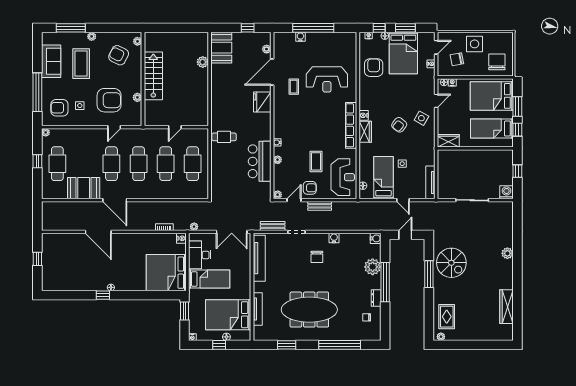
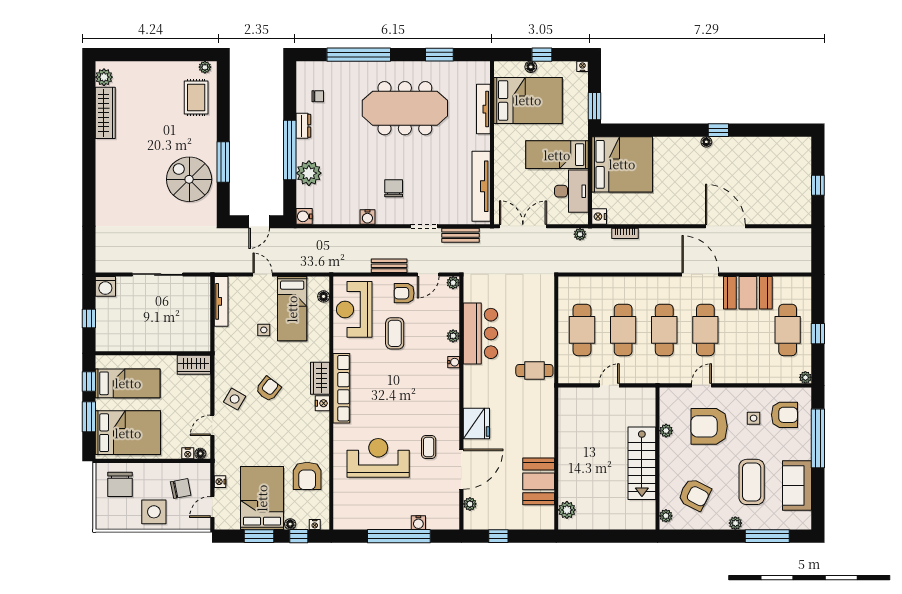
booth: (221, 48) -> (539, 481), moved
plant: (203, 62) -> (567, 510), moved
plant: (507, 253) -> (104, 77), moved

